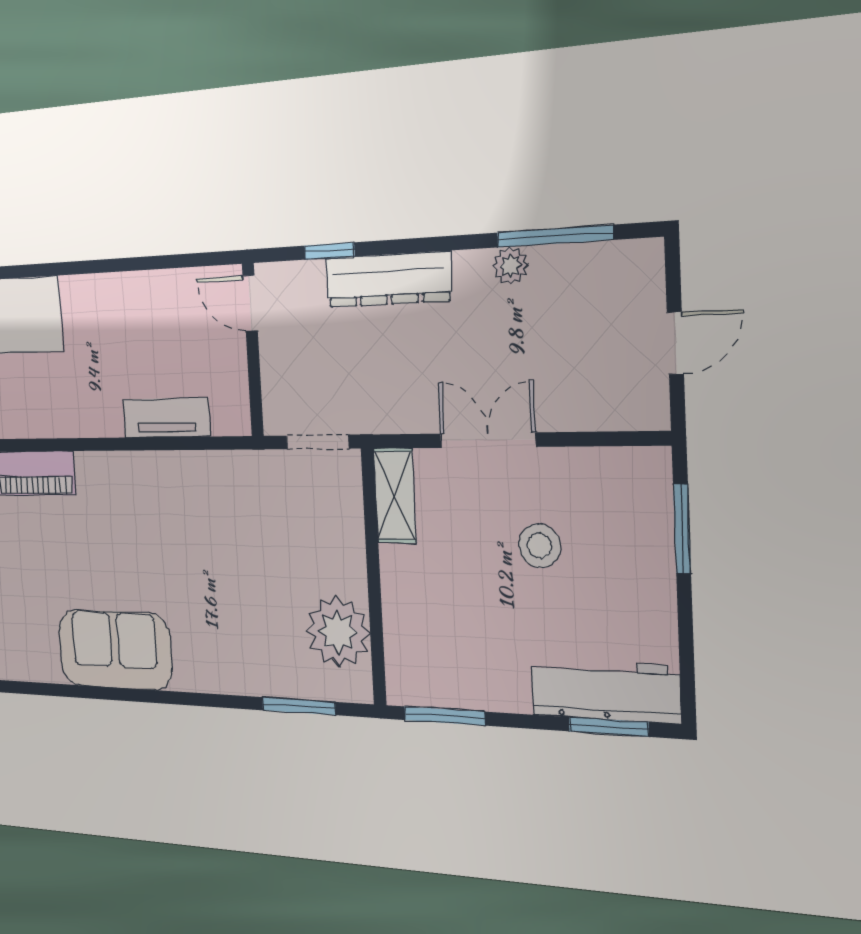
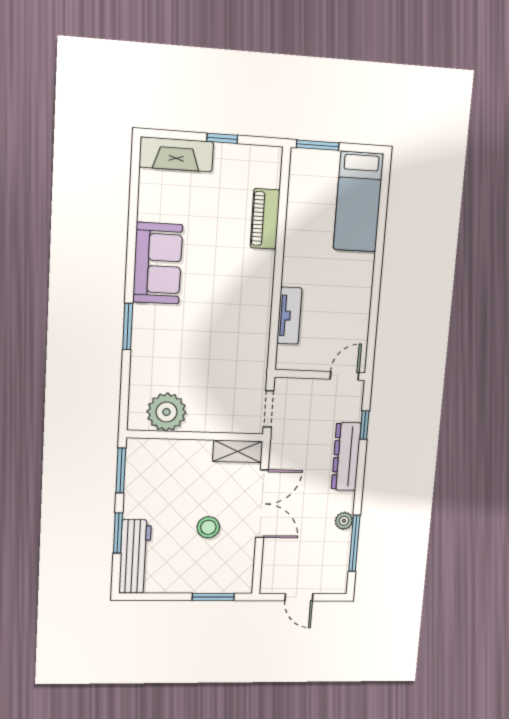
double door: (488, 440) -> (262, 504), width x1.37
window: (299, 706) -> (128, 326), moved
window: (609, 727) -> (118, 533), moved

